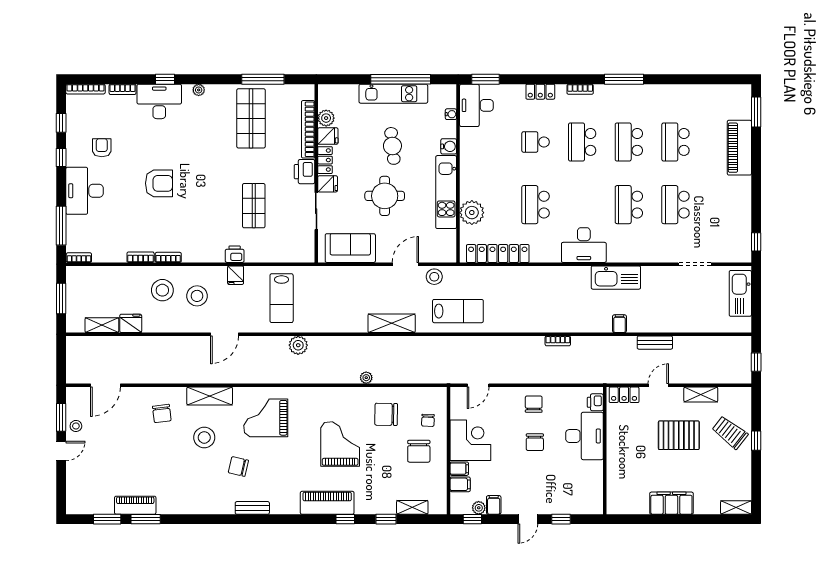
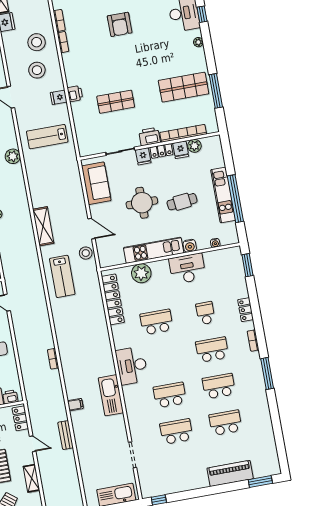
desk: (476, 105) -> (187, 269), moved

